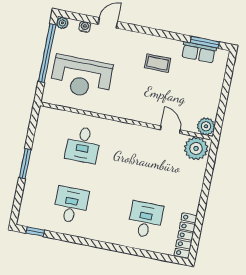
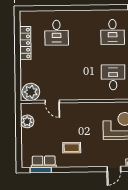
plant: (206, 126) -> (27, 121), moved
locker: (186, 236) -> (25, 43), moved

